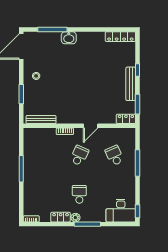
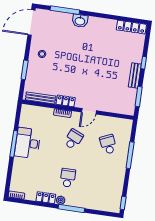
bench: (131, 84) -> (135, 75), width x0.73
locker: (126, 119) -> (66, 101), moved
desk: (121, 211) -> (28, 143), moved, turned 90

